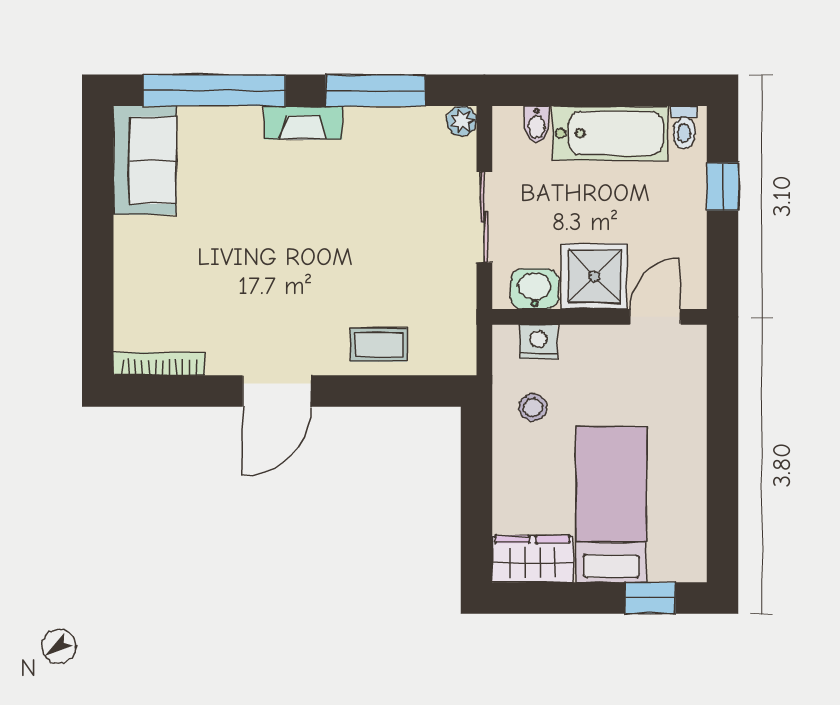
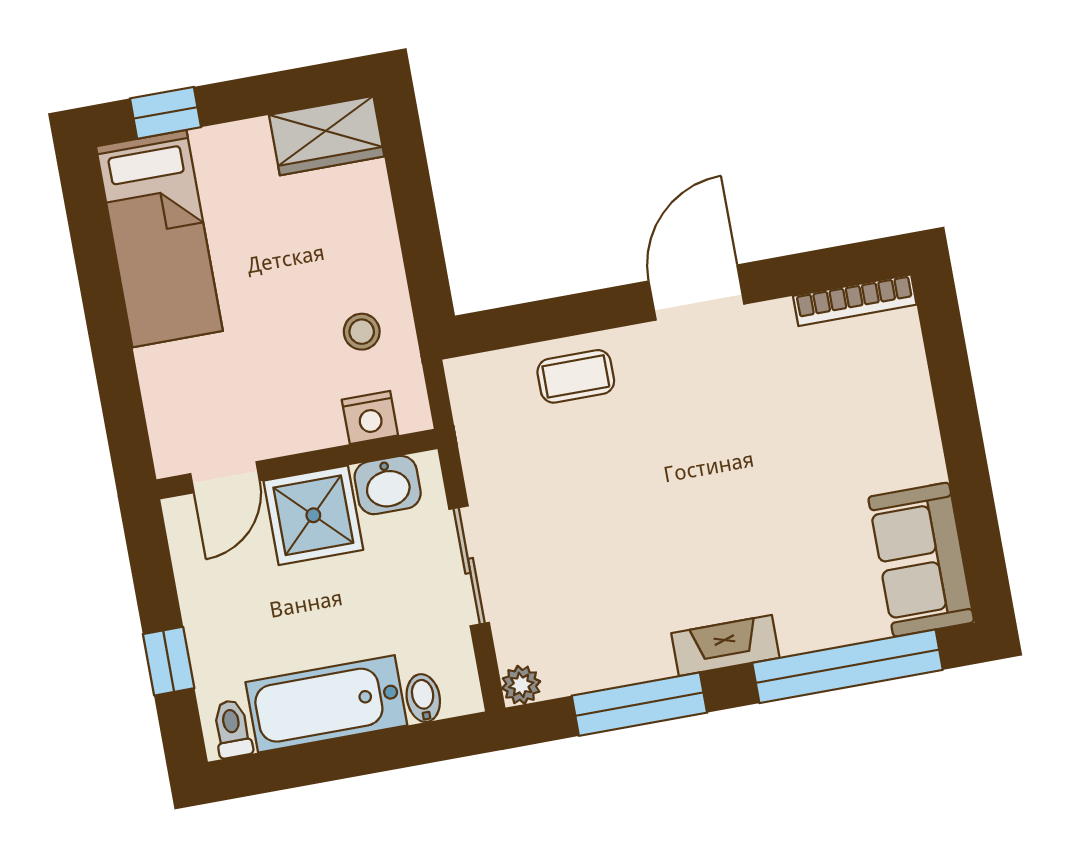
bed: (611, 505) -> (159, 239), moved

